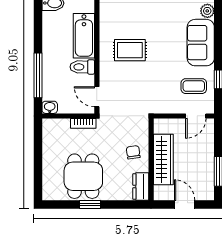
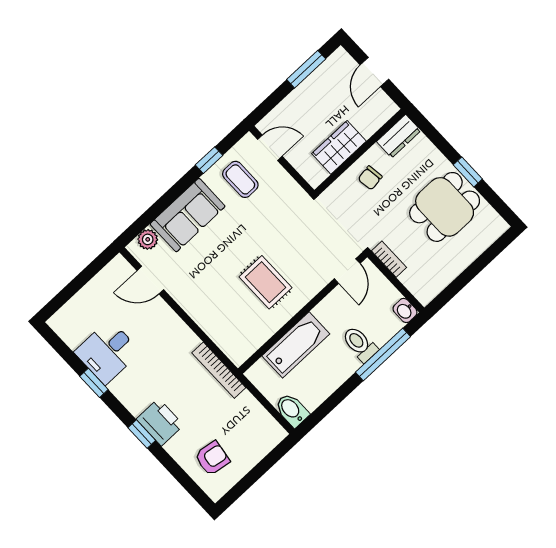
toilet: (82, 67) -> (360, 344), moved, turned 180
wardrobe: (163, 159) -> (339, 147), width x0.67

